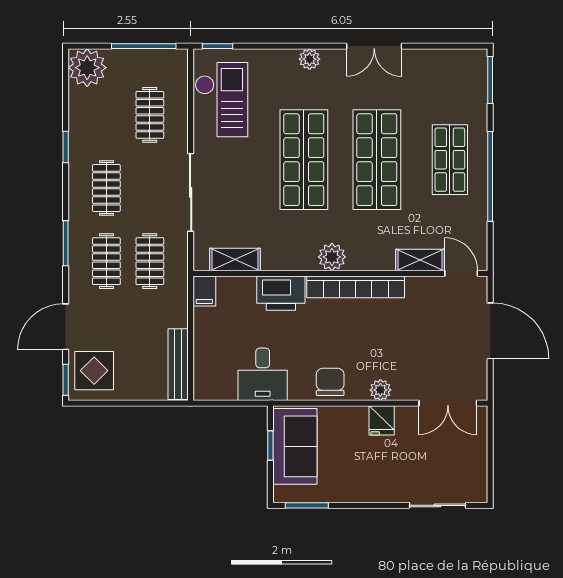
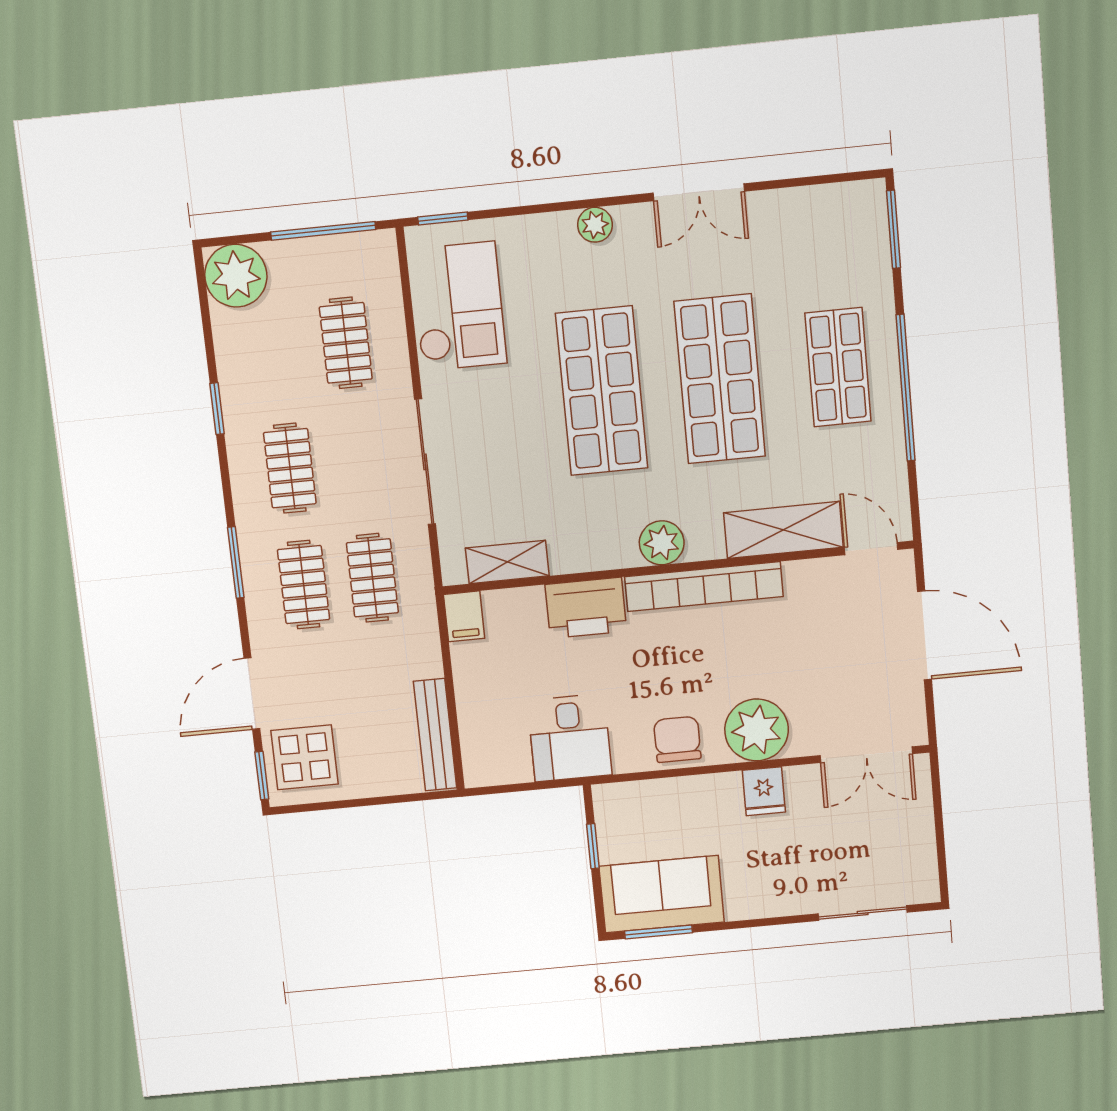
shelving: (420, 260) -> (783, 530), width x1.50, depth x1.33
plant: (380, 390) -> (757, 730), width x1.87, depth x1.87
sofa: (295, 446) -> (662, 894), moved, turned -90

